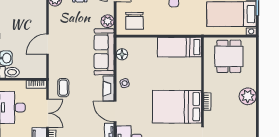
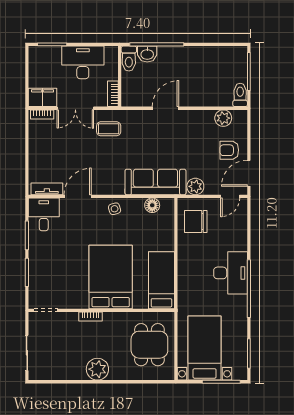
door: (48, 44) -> (165, 108), hinge flipped
dining table: (229, 56) -> (149, 345), turned 90
fireplace: (109, 89) -> (108, 188), removed
bed: (177, 107) -> (111, 277), moved

